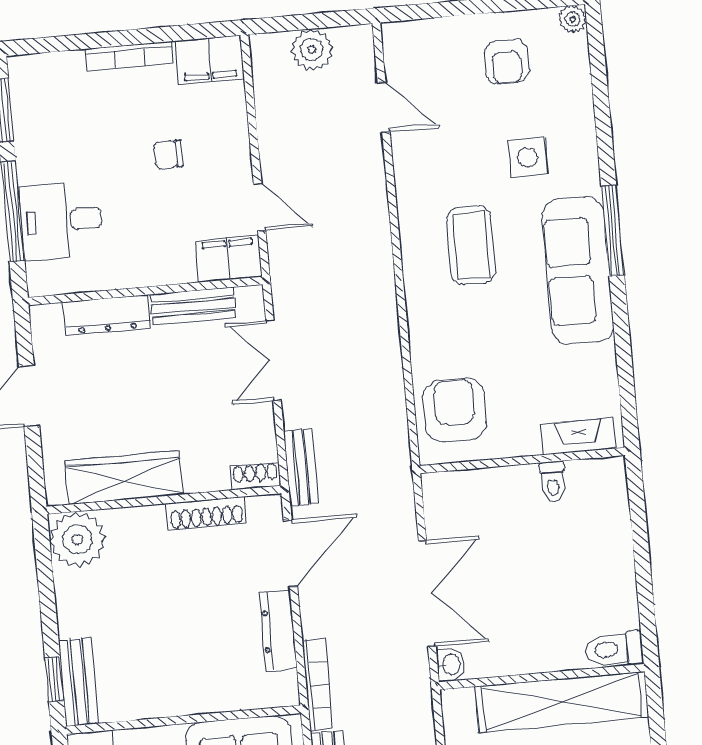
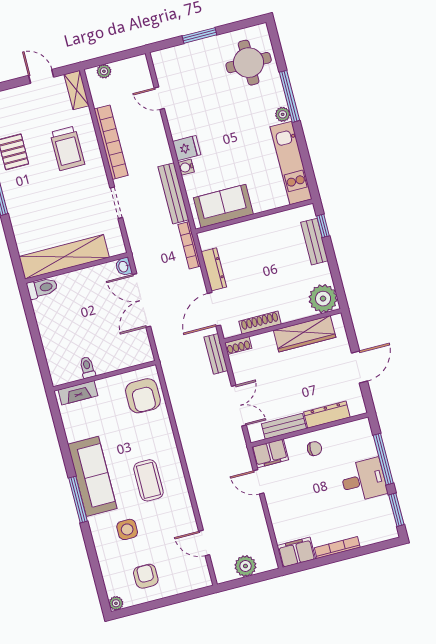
chair: (168, 154) -> (314, 449), moved
desk: (61, 221) -> (364, 480), moved
bench: (79, 682) -> (314, 242), moved

